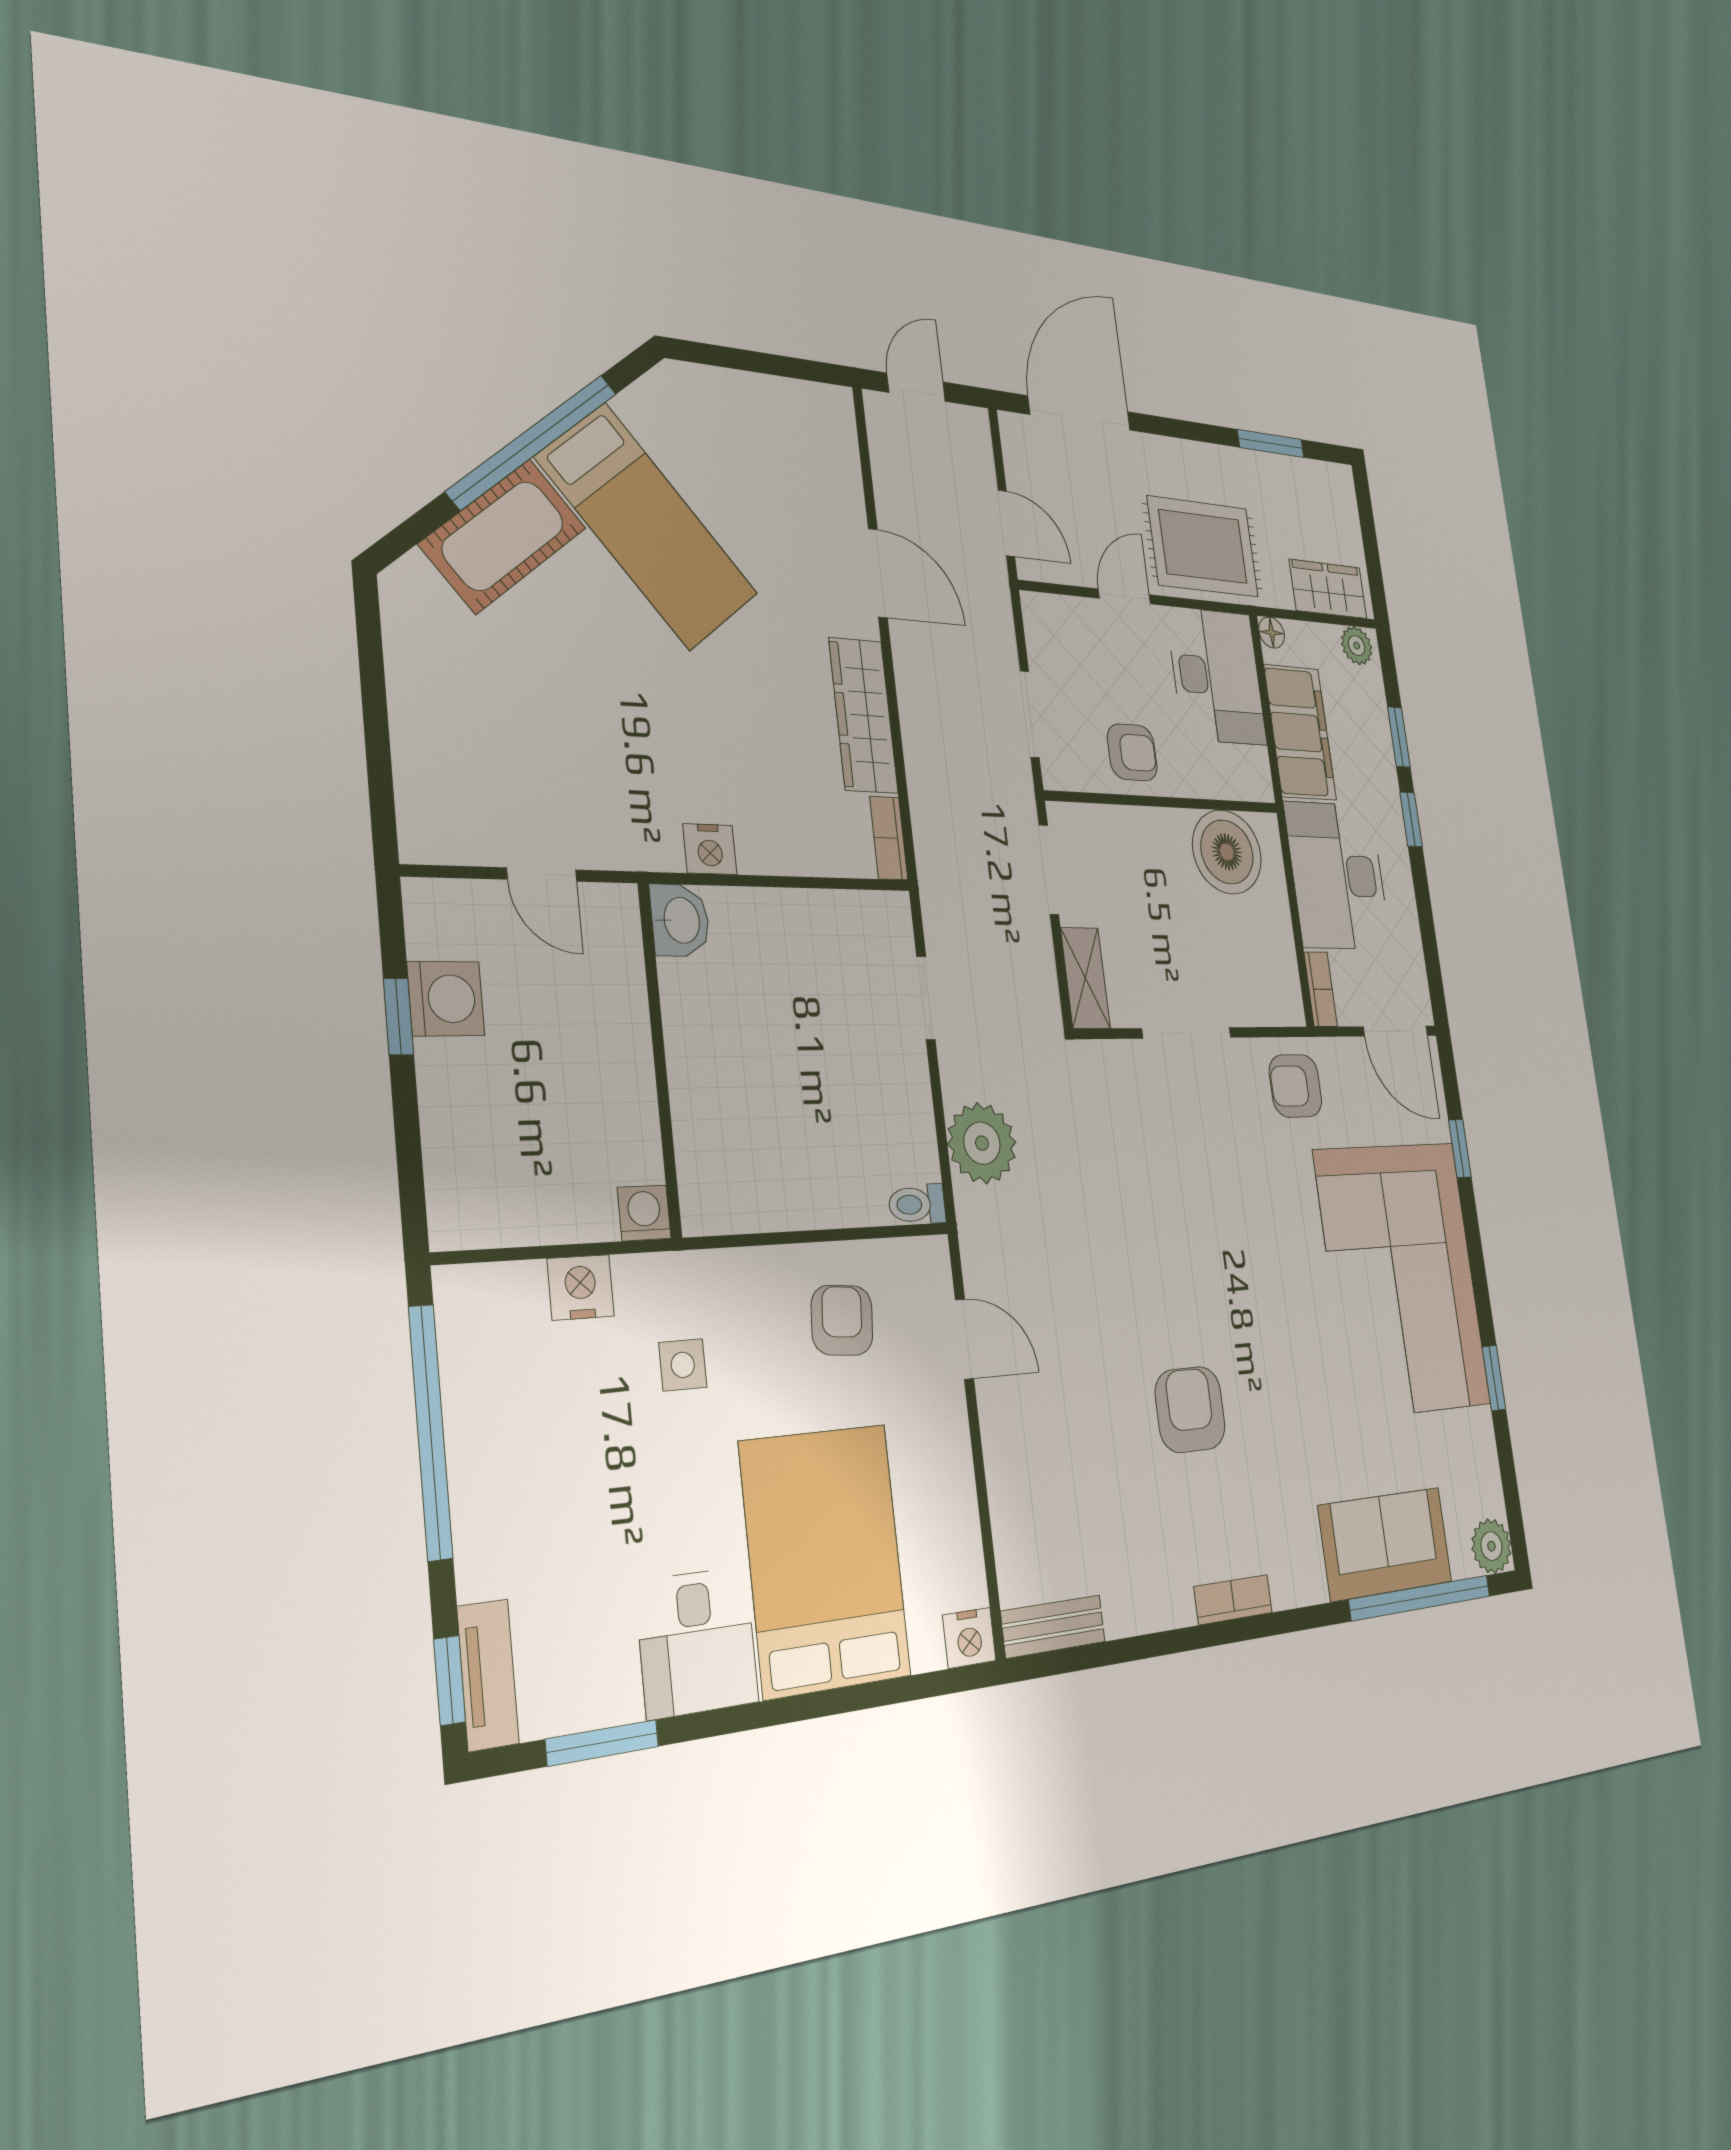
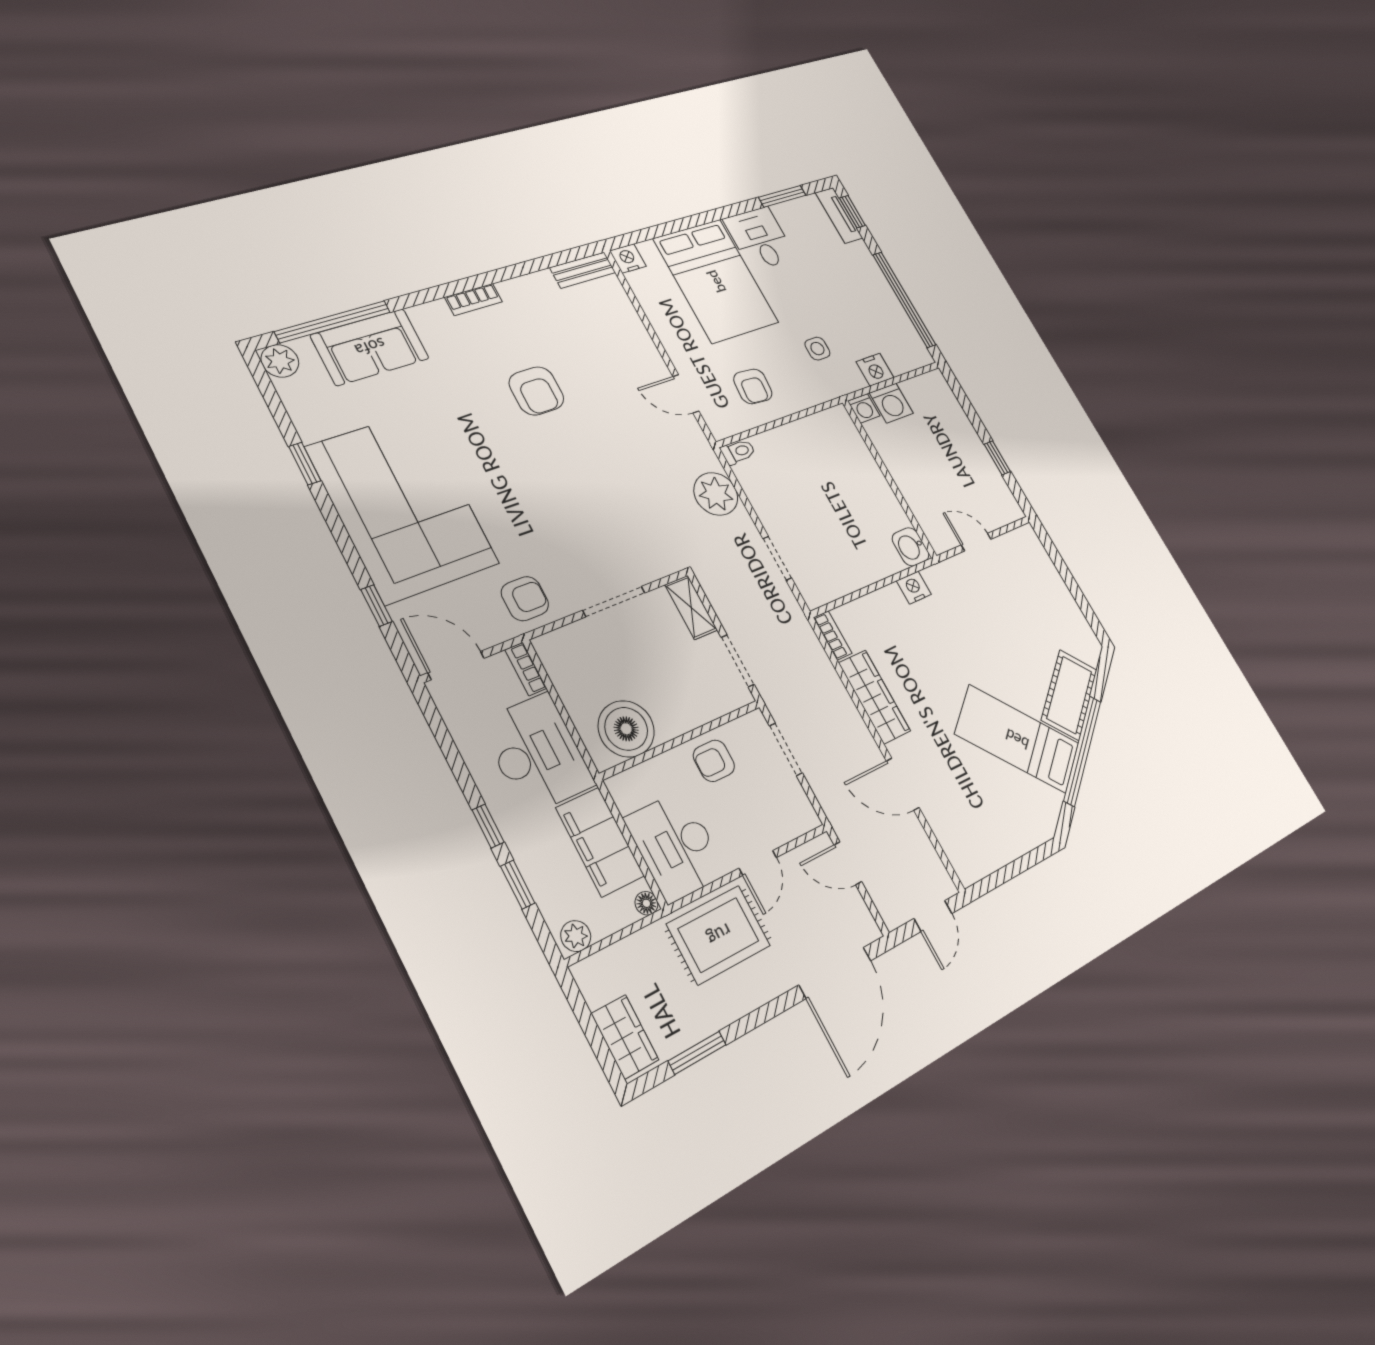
wardrobe: (1328, 589) -> (625, 1037), moved, turned -90
washing machine: (446, 999) -> (891, 403), moved, turned -90

